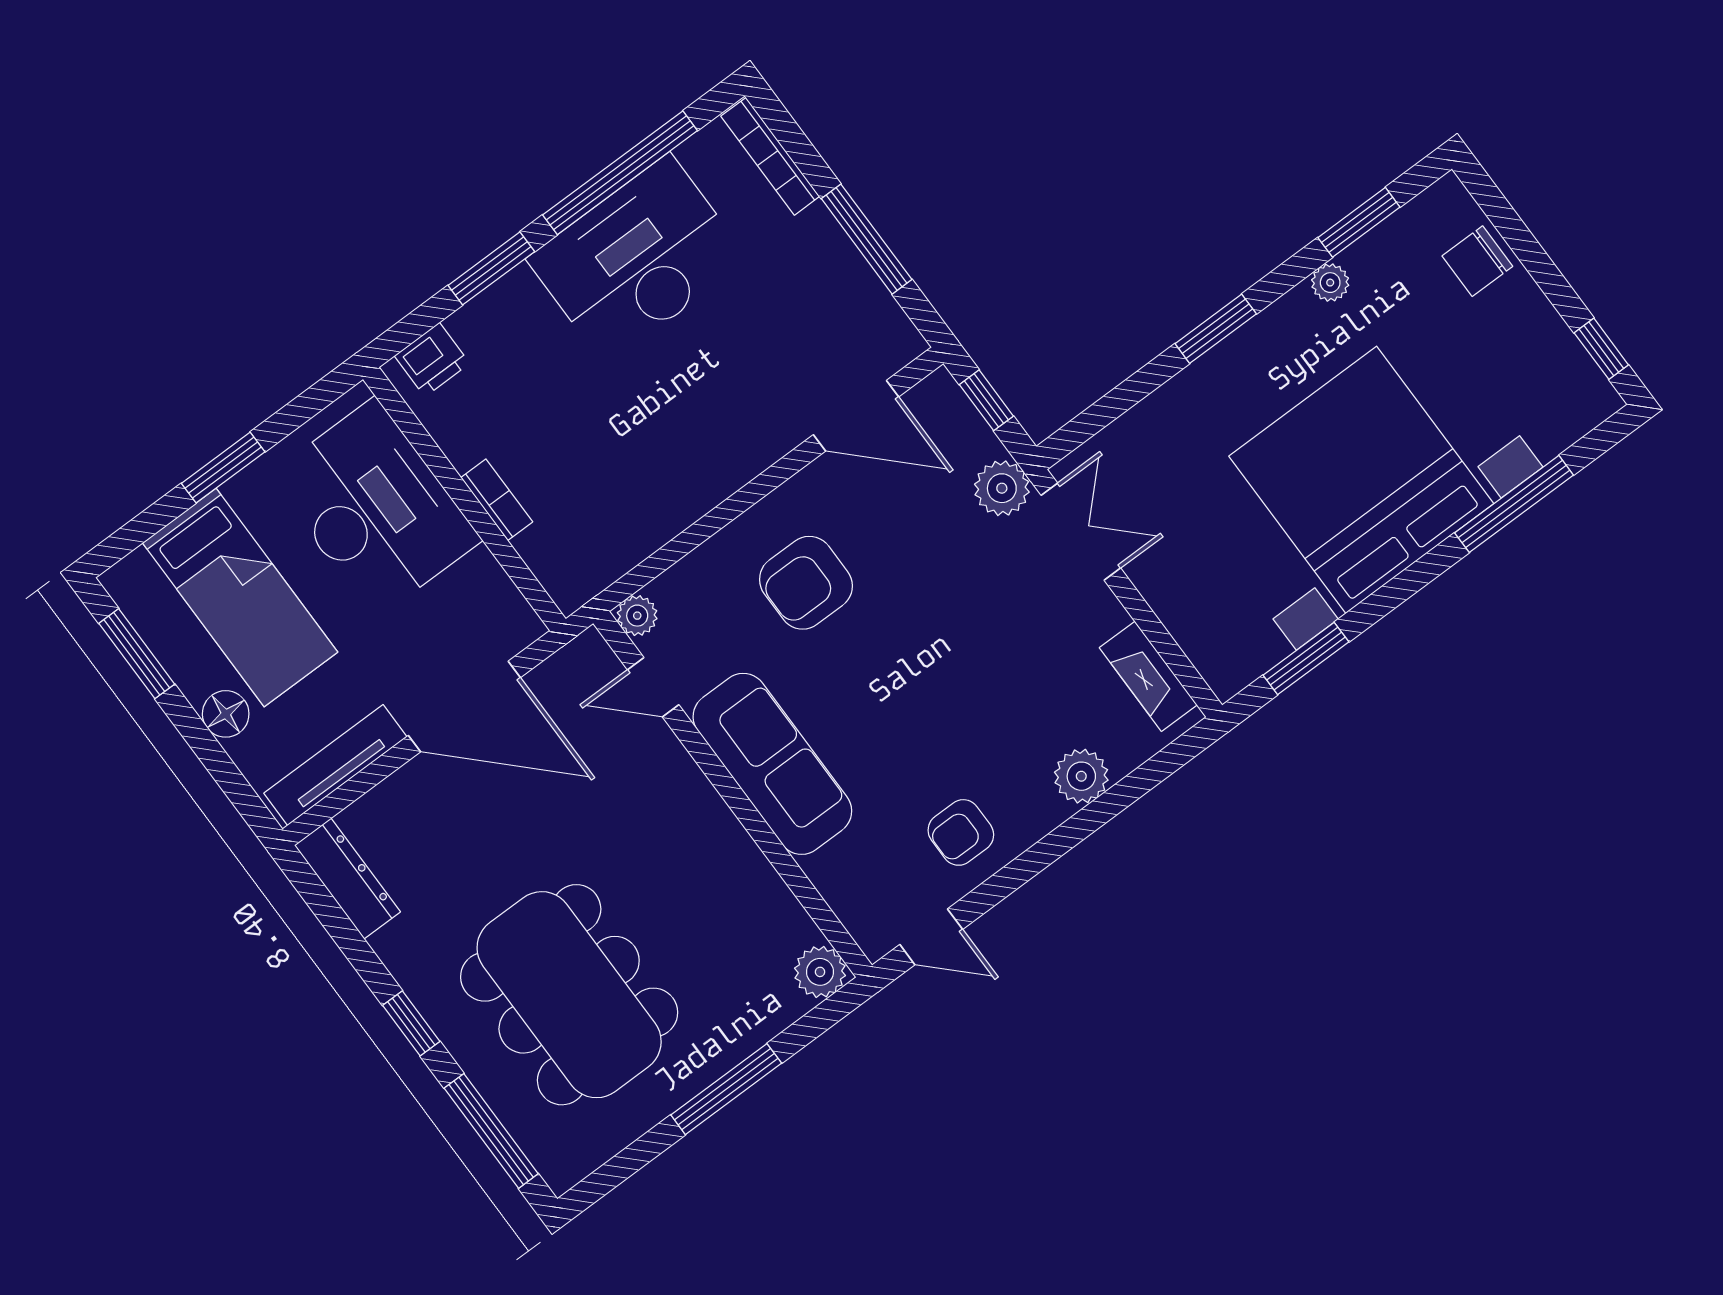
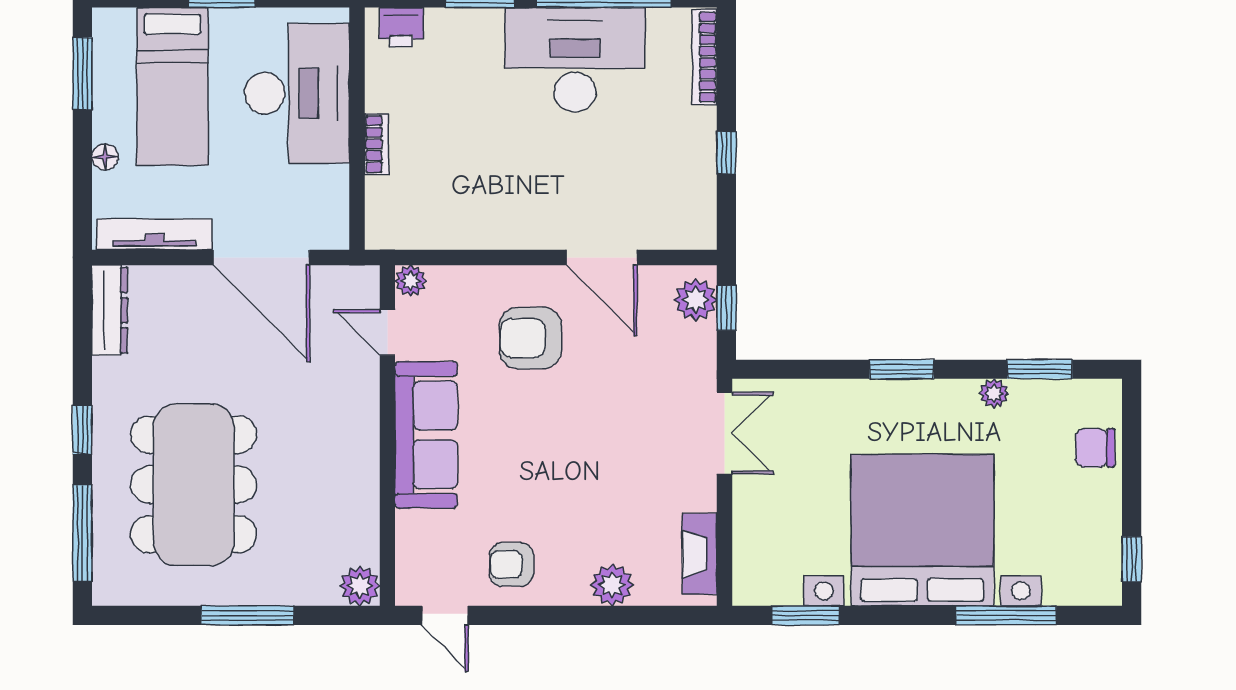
window: (867, 239) -> (726, 153), width x0.46
door: (856, 416) -> (602, 257), moved
plant: (1002, 488) -> (695, 300), moved
floor lamp: (226, 714) -> (105, 157), width x0.73, depth x0.73

